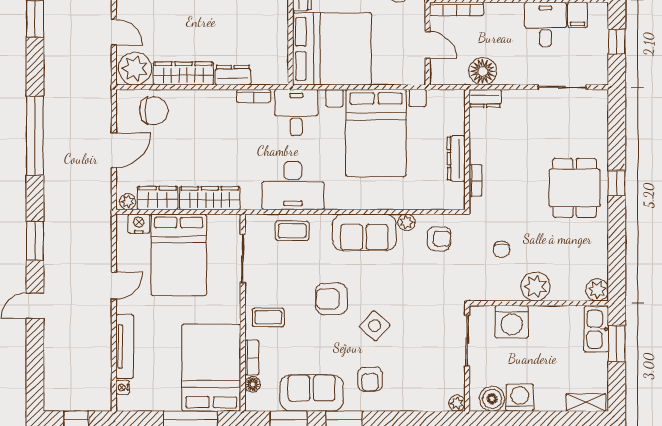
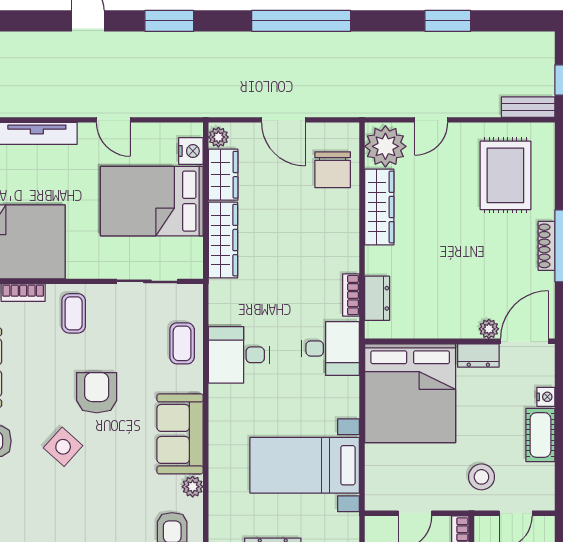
dresser: (233, 75) -> (377, 298), moved
bed with nightstands: (376, 133) -> (305, 465), width x0.73
desk: (293, 186) -> (239, 355), width x0.73

